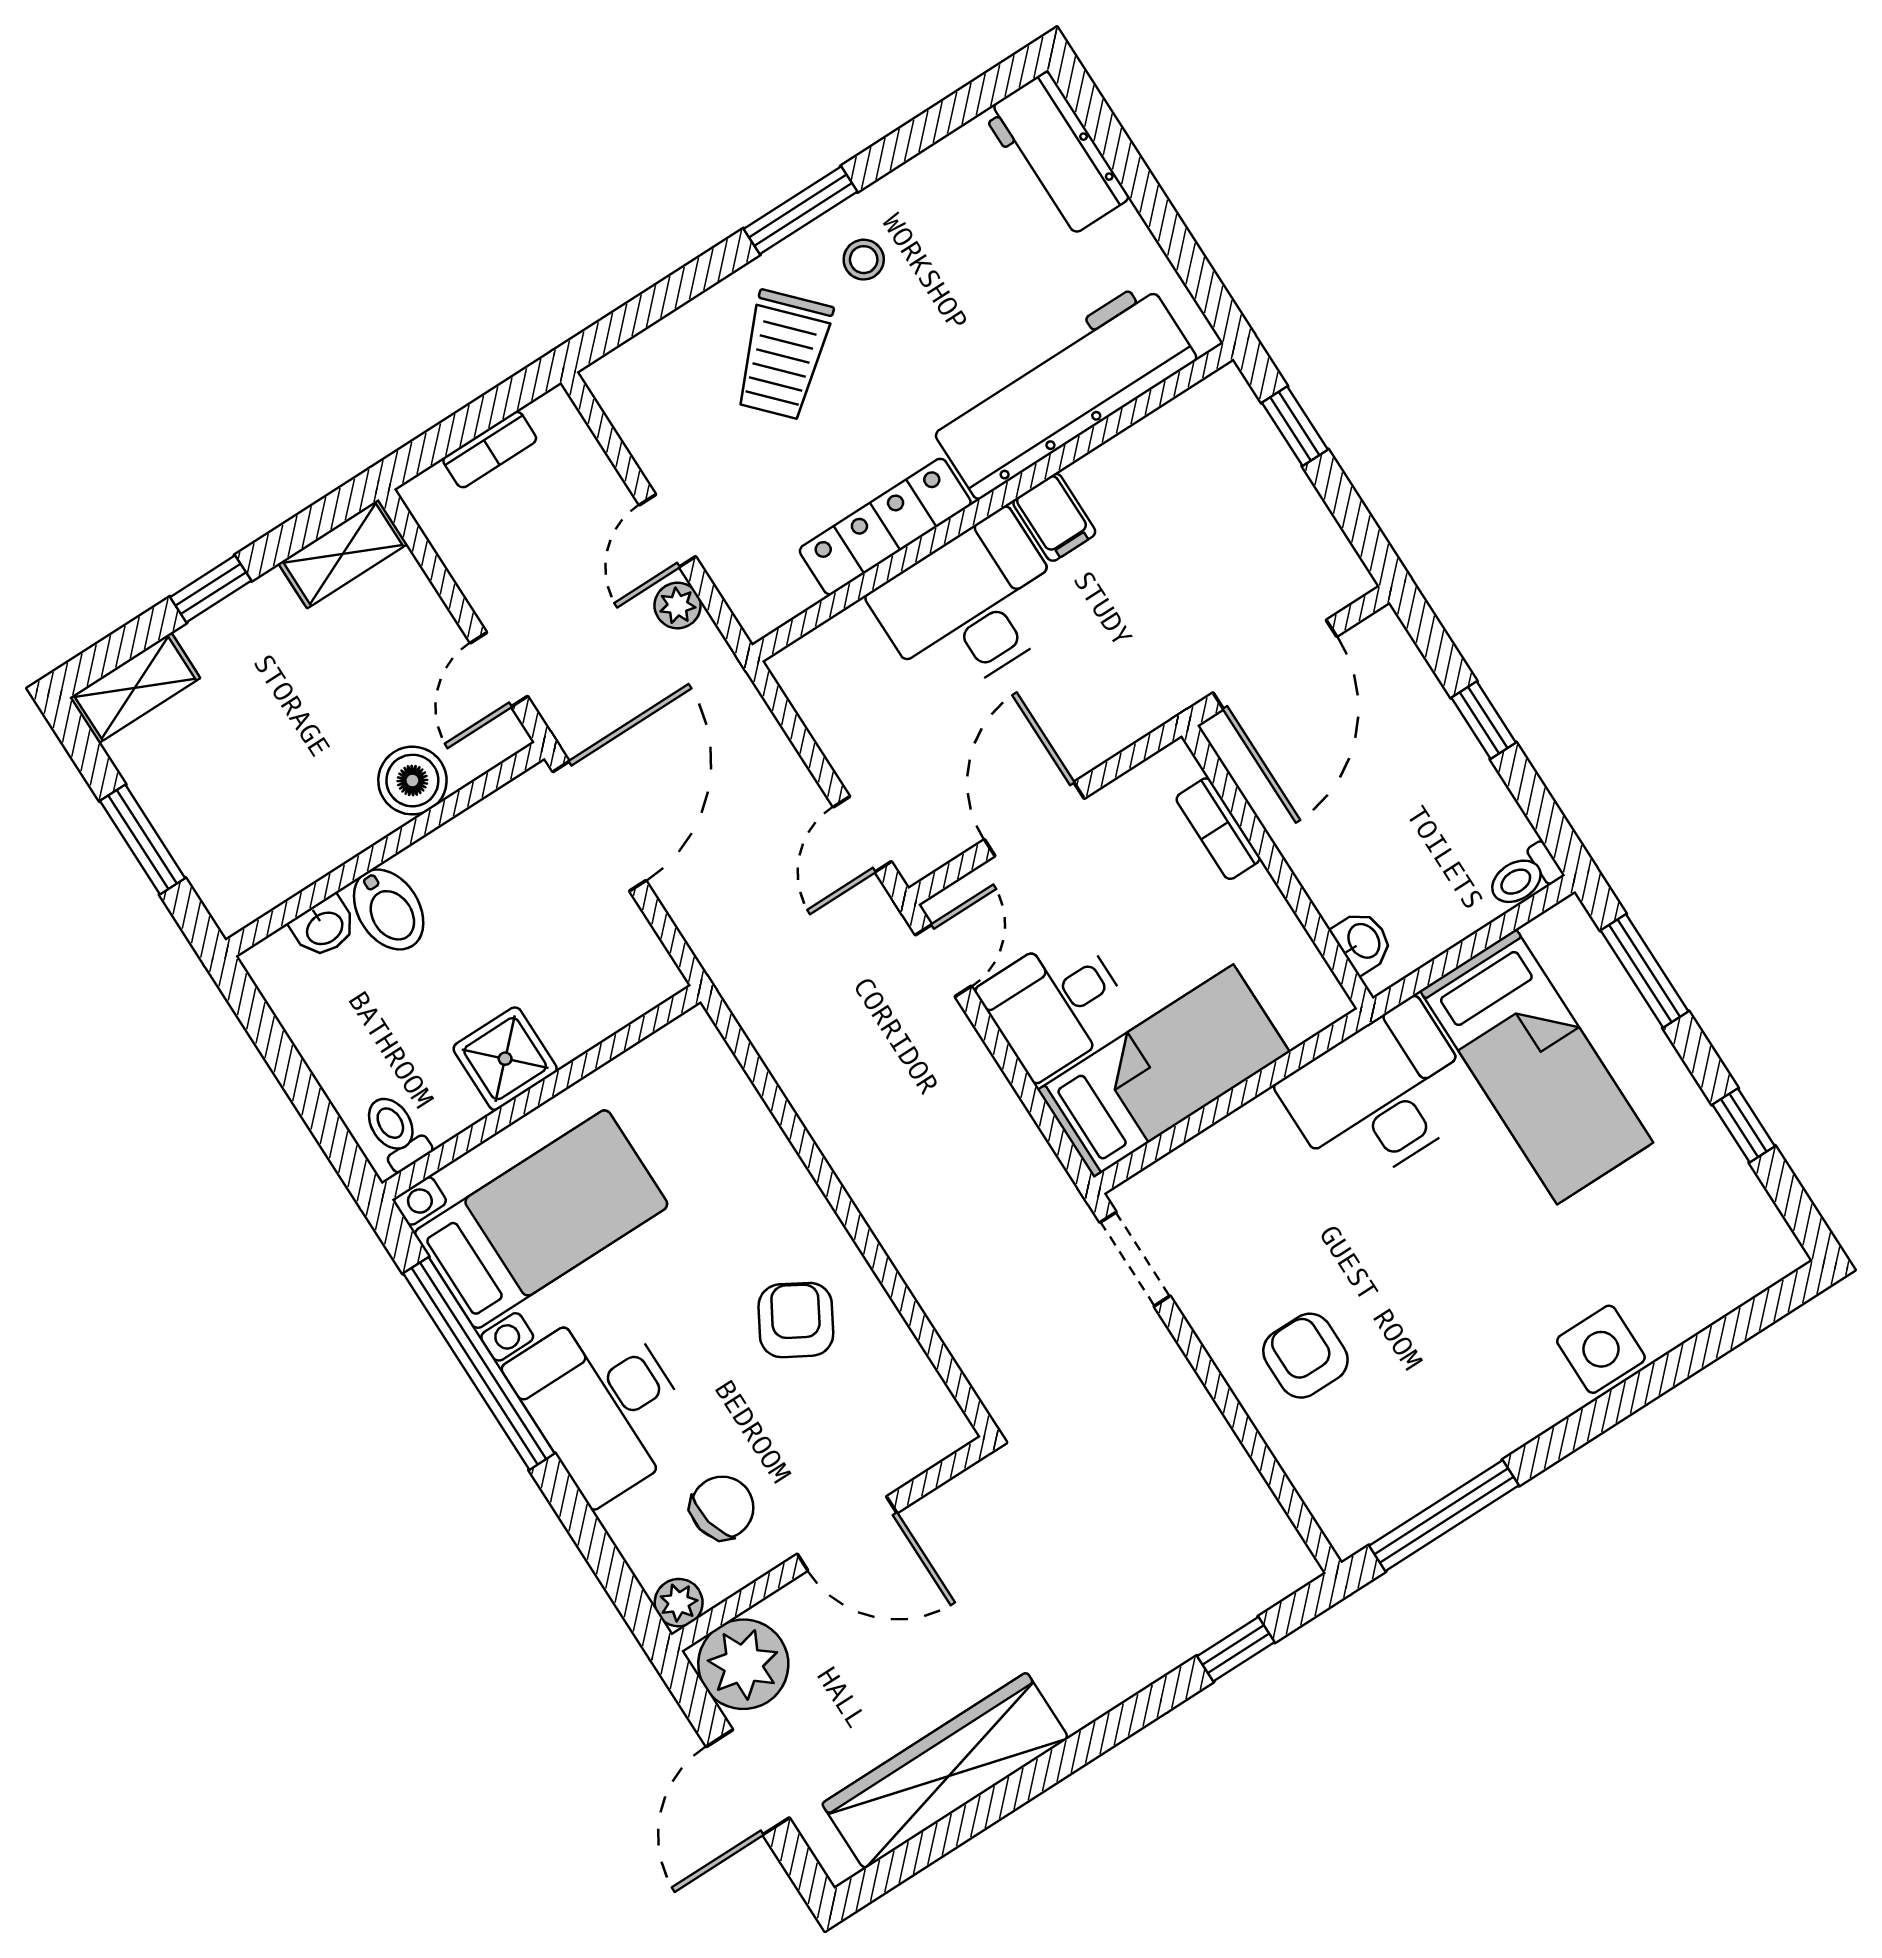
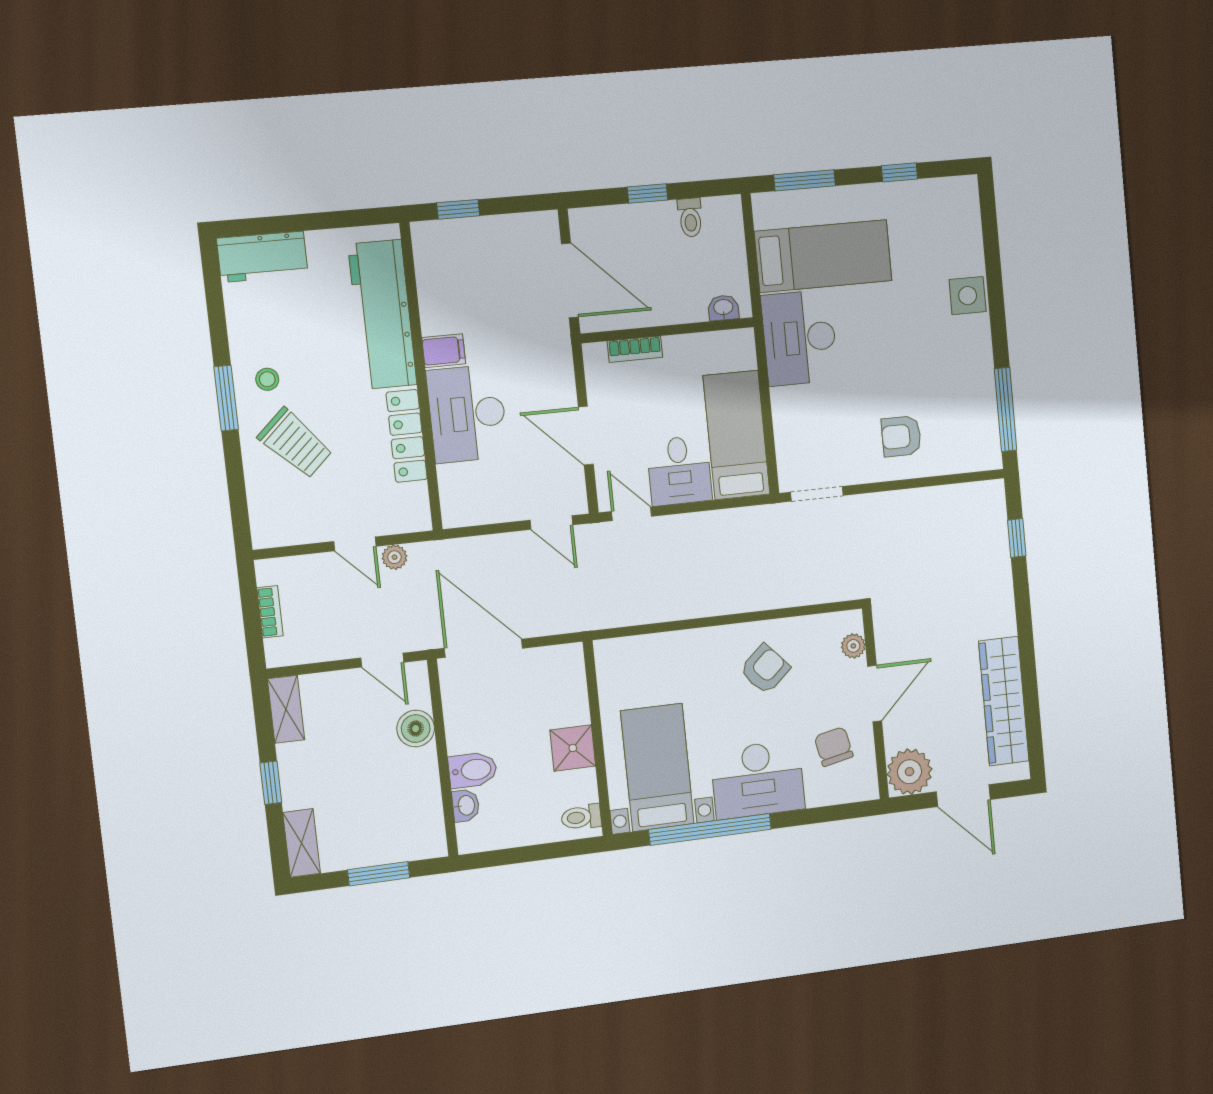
toilet: (1524, 876) -> (690, 217), moved
armchair: (796, 1320) -> (765, 669), turned 108
plant: (679, 1603) -> (853, 646), moved

